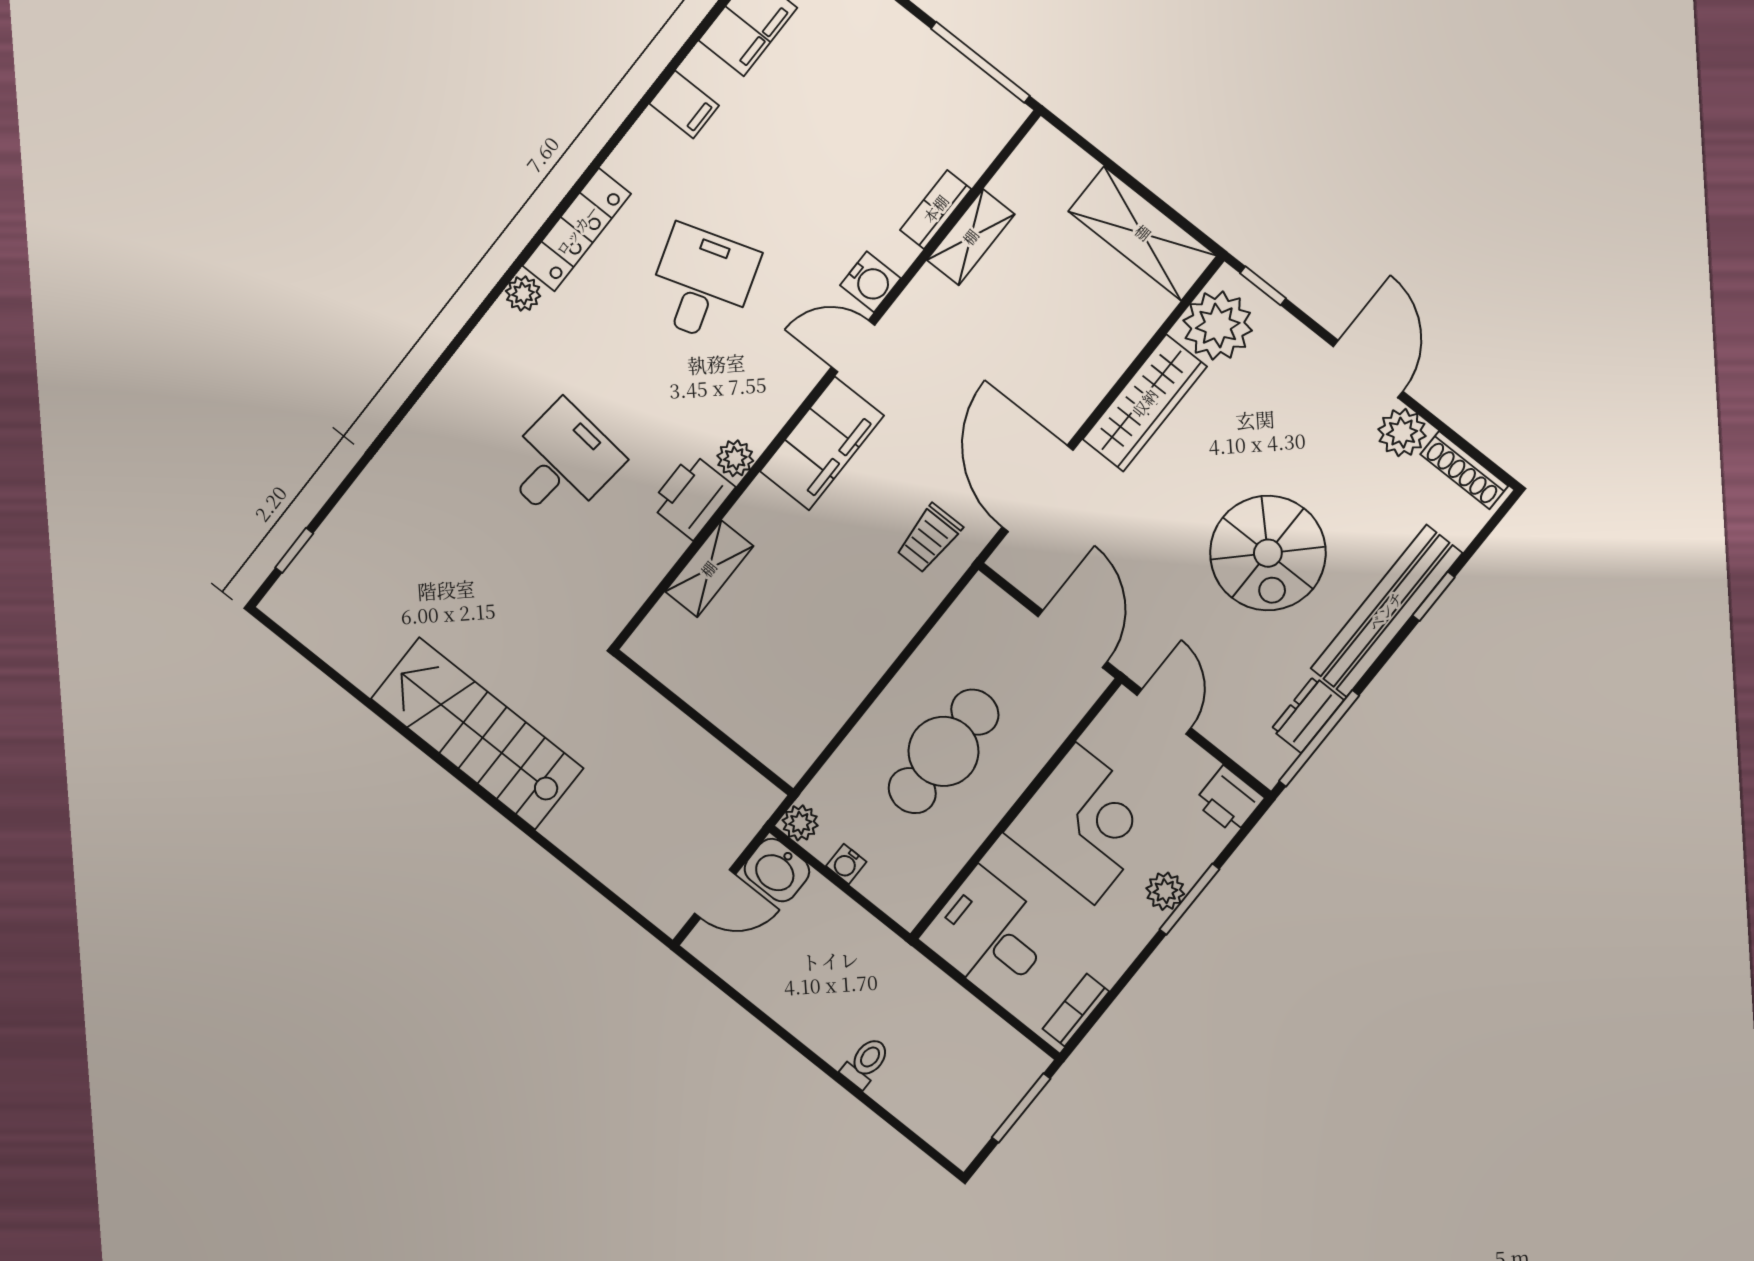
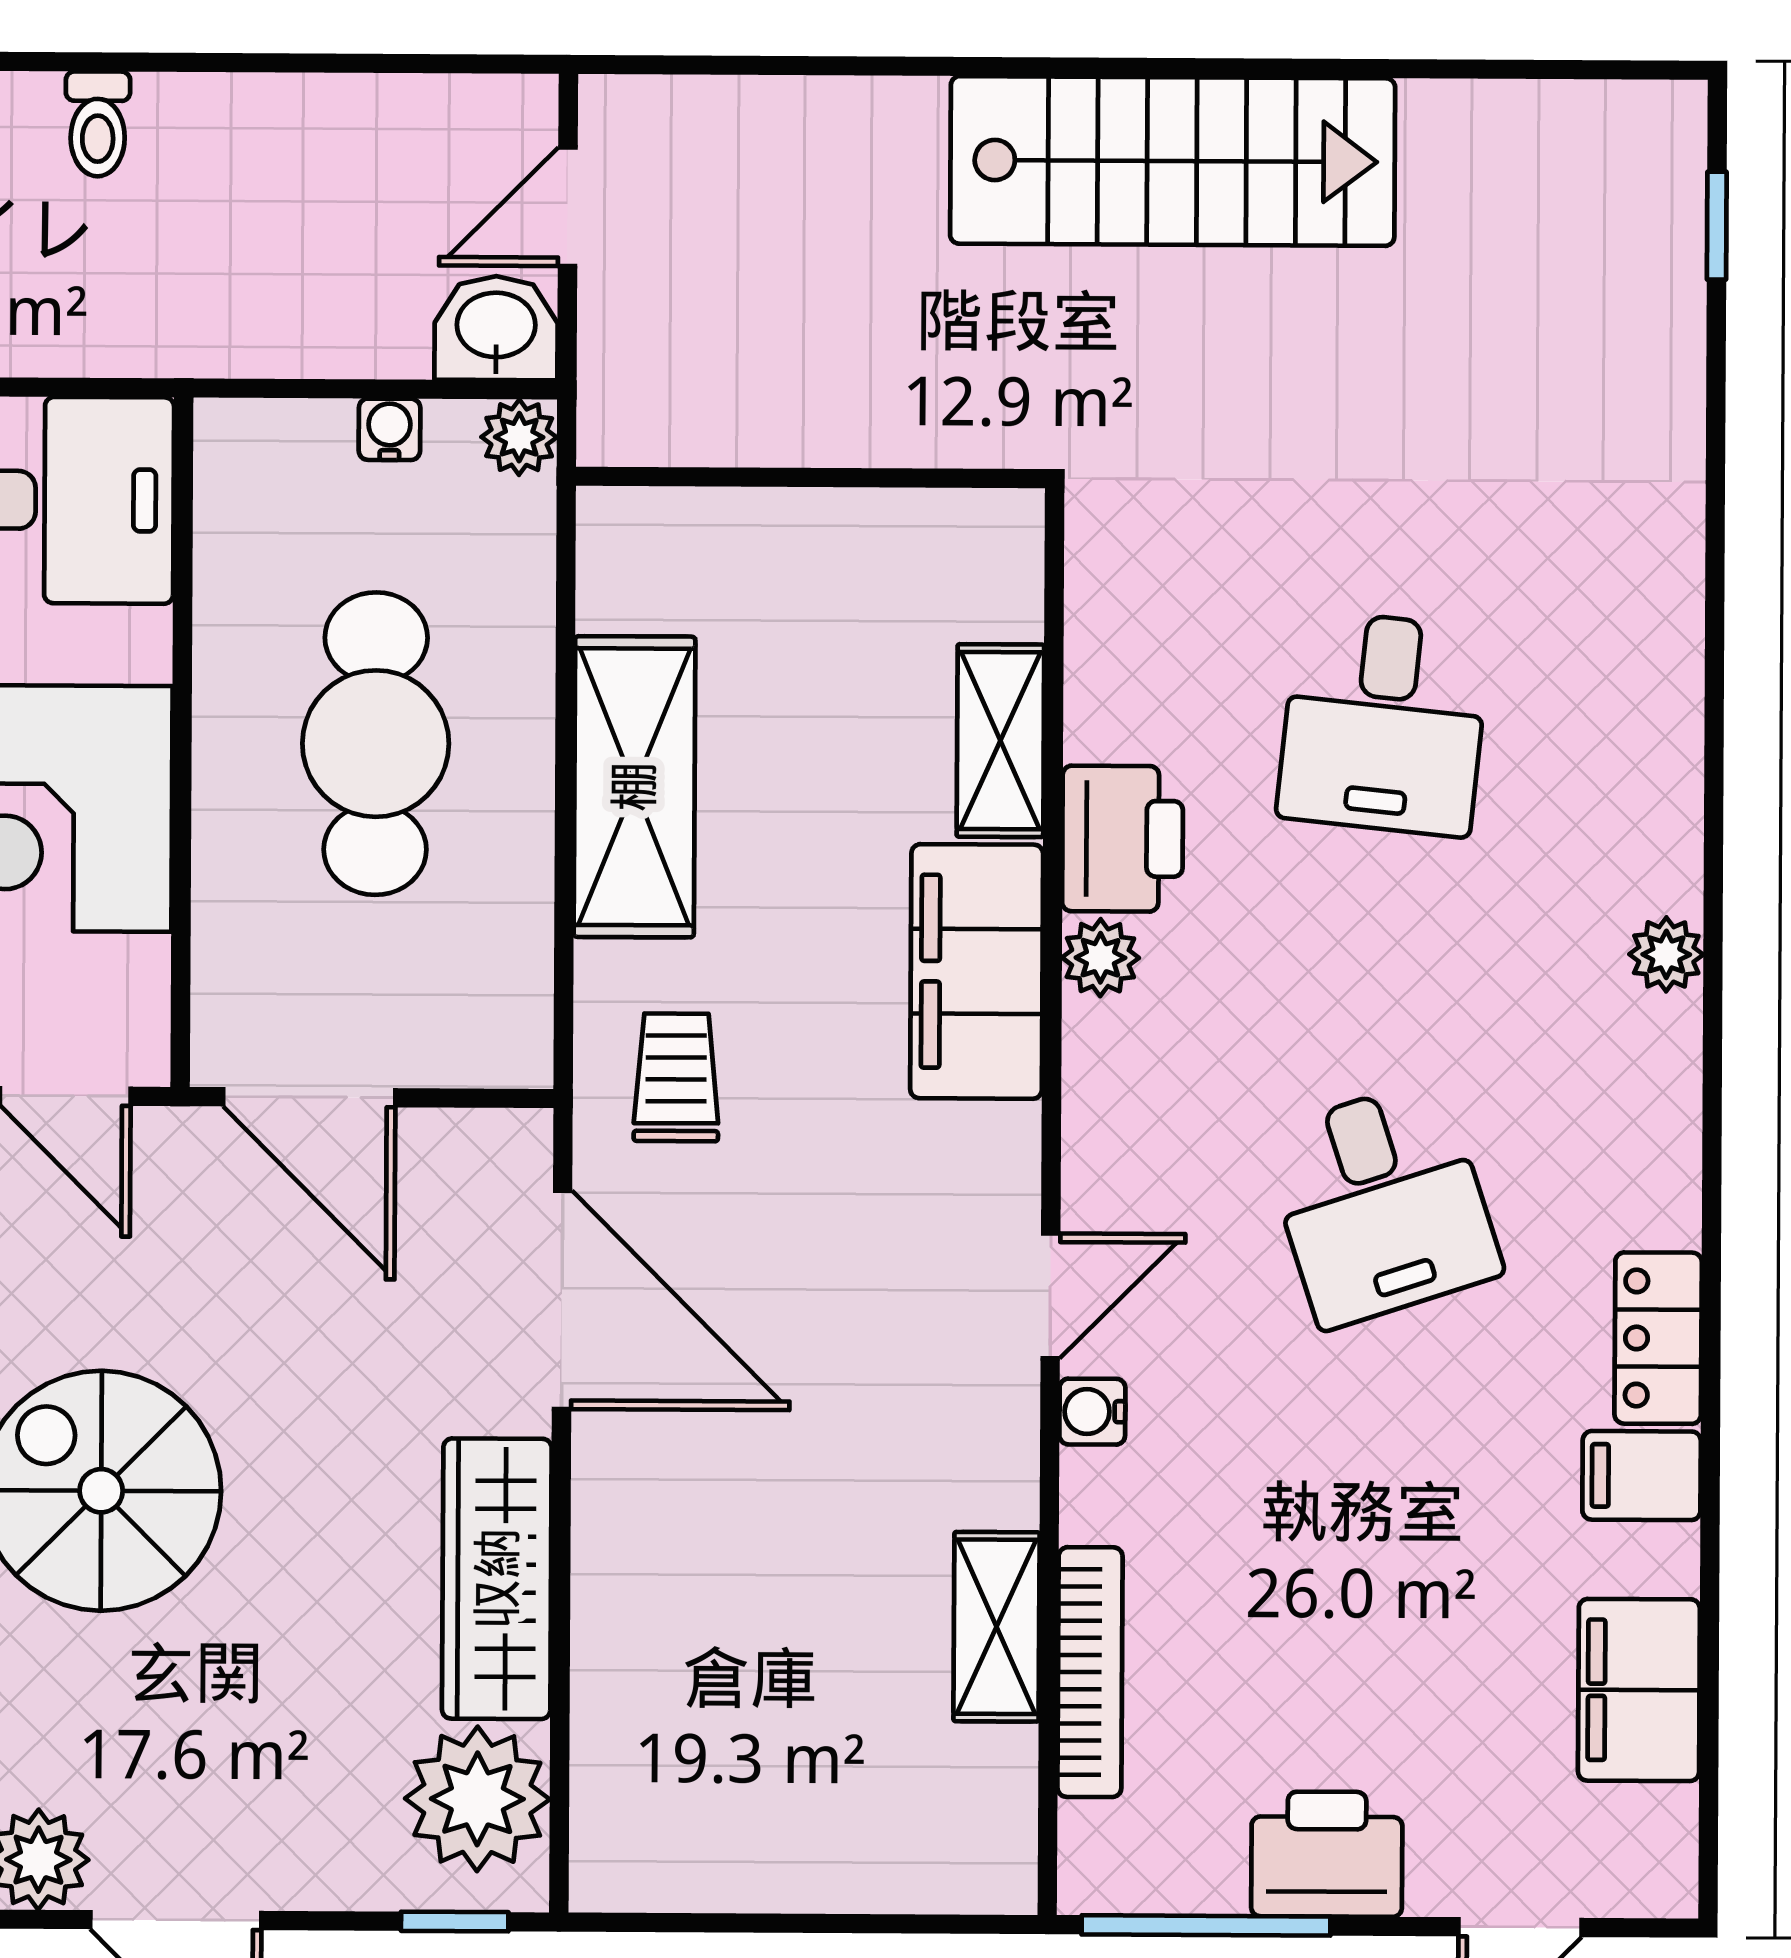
printer: (914, 54) -> (1327, 1854), added
bookcase: (936, 209) -> (1090, 1672), width x1.56
locker: (577, 230) -> (1658, 1338), moved, width x0.66
shelving: (1143, 233) -> (634, 787), moved, turned 90
water cooler: (870, 282) -> (1092, 1412), width x0.72, depth x0.72
filing cabinet: (822, 443) -> (977, 971), moved

